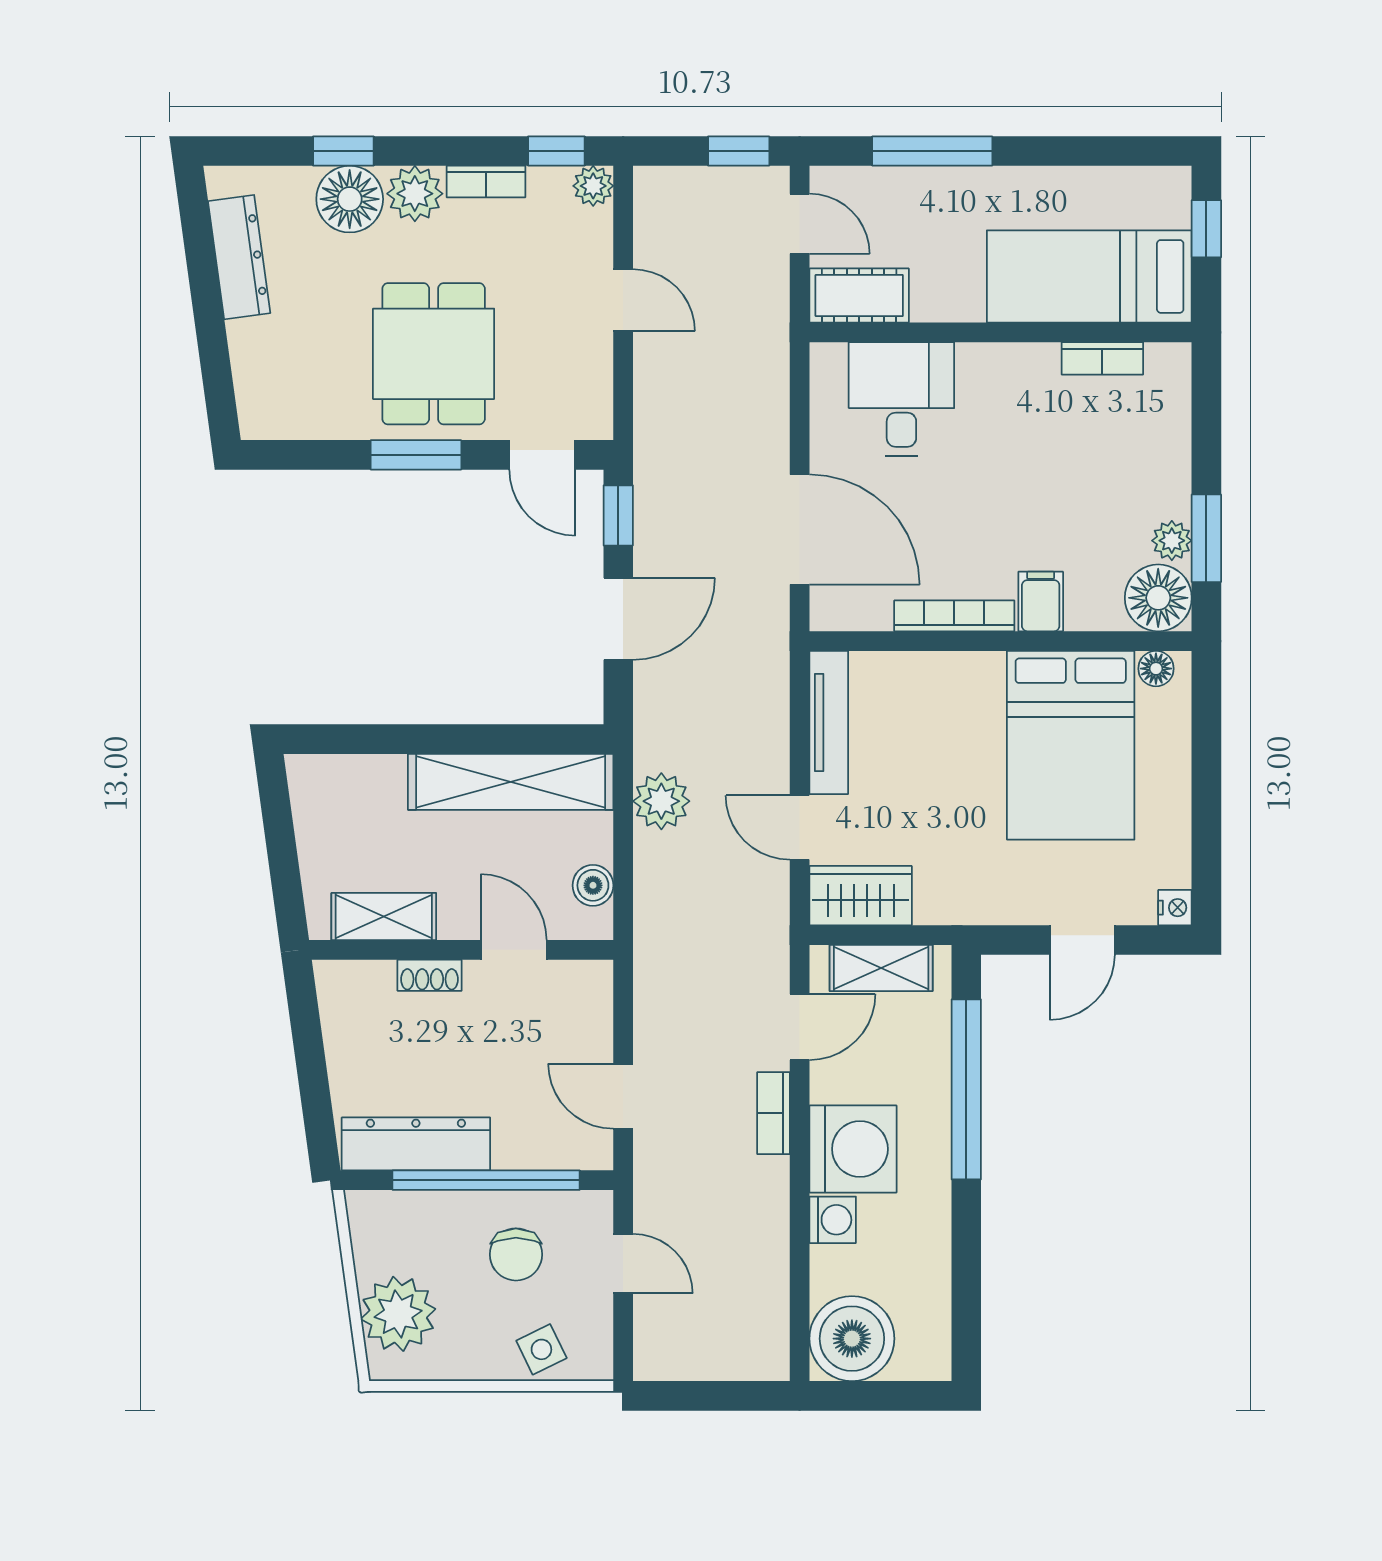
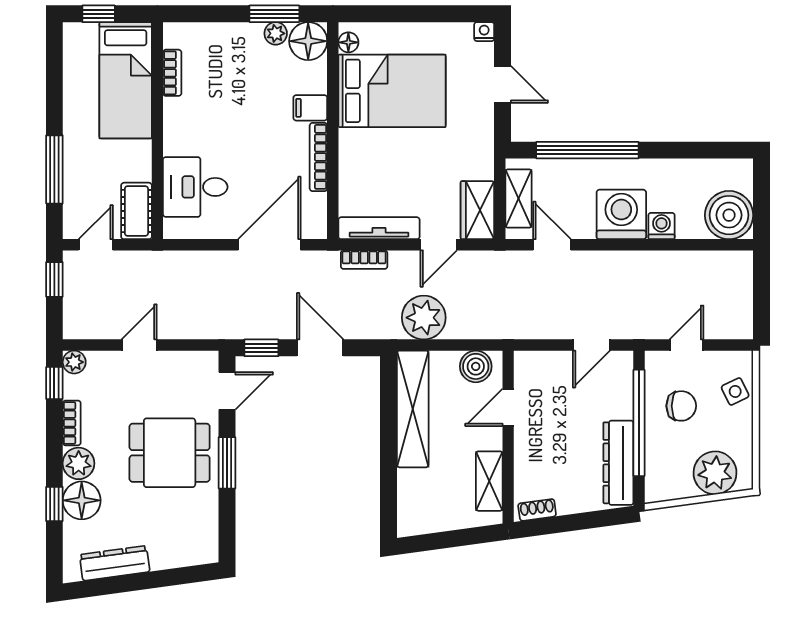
plant: (661, 801) -> (424, 318), width x1.36, depth x1.36
boiler: (593, 885) -> (476, 366), width x1.36, depth x1.36
shoe rack: (430, 975) -> (537, 510), moved, turned -98
bookcase: (773, 1113) -> (364, 260), moved

